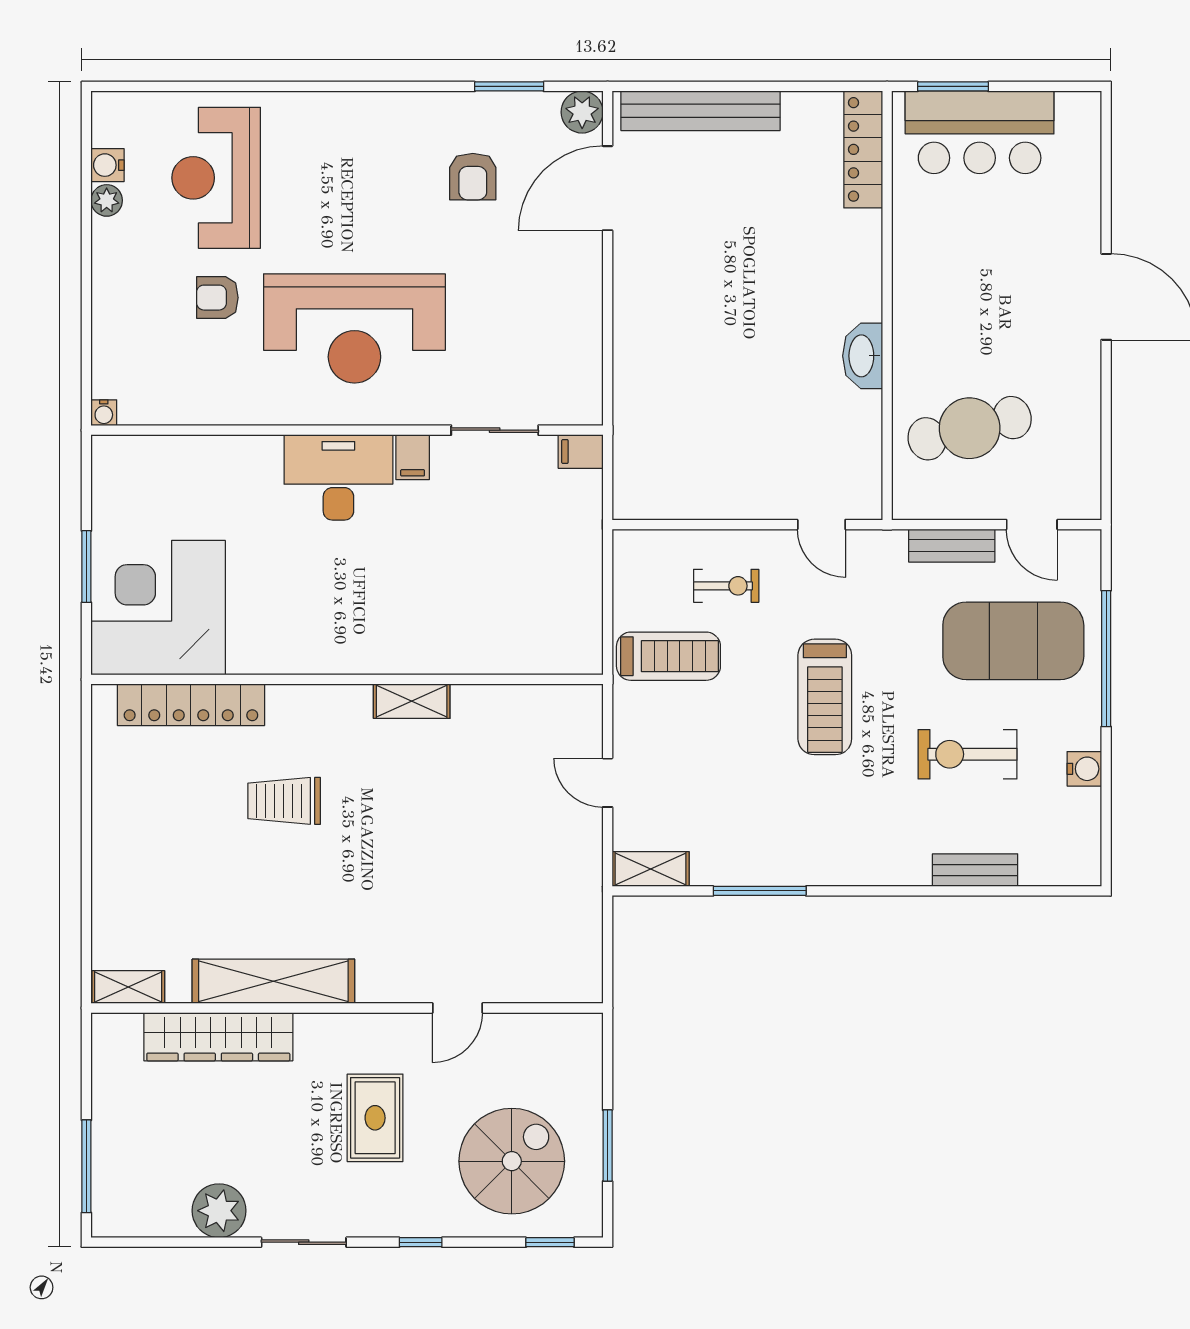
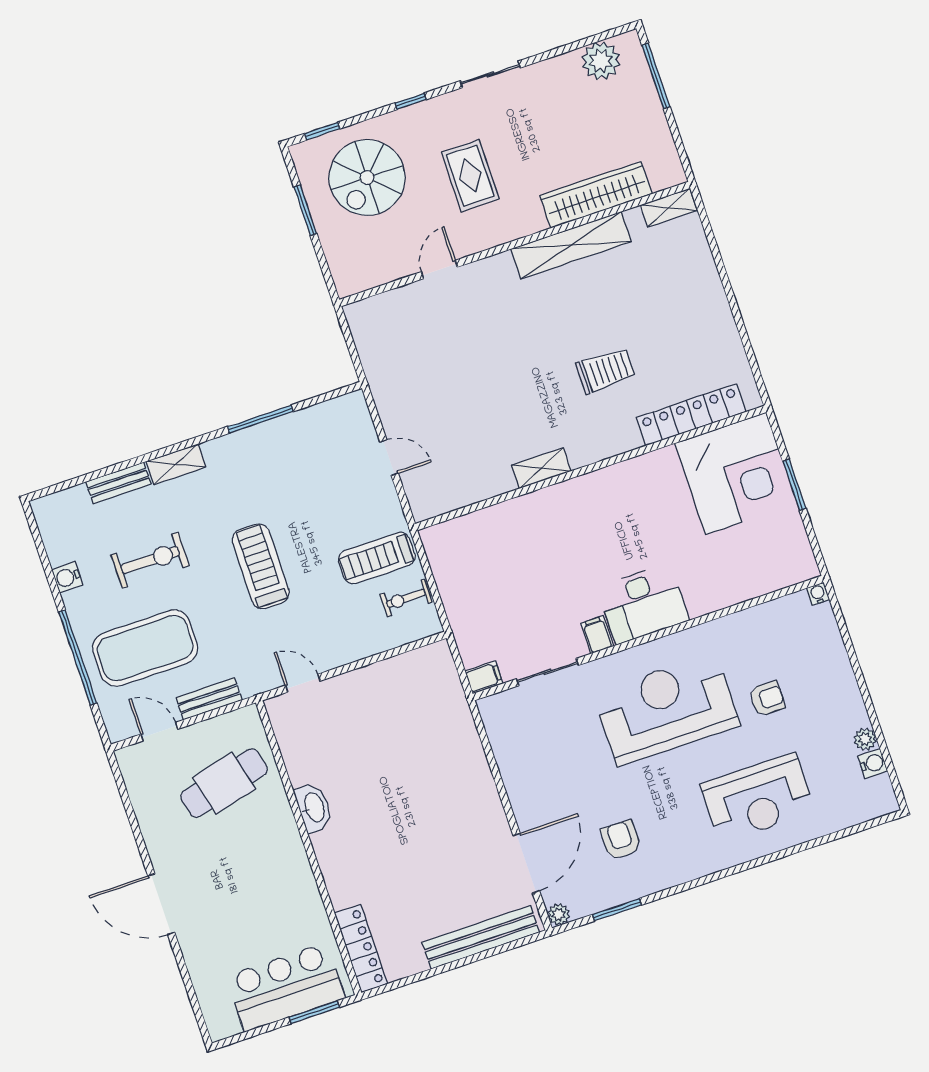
plant: (582, 112) -> (559, 914), width x0.73, depth x0.73
reception desk: (216, 178) -> (758, 798), moved, turned 90
exercise bike: (726, 586) -> (406, 598), moved
shelving: (651, 869) -> (176, 464), moved
plant: (219, 1211) -> (601, 61), moved

